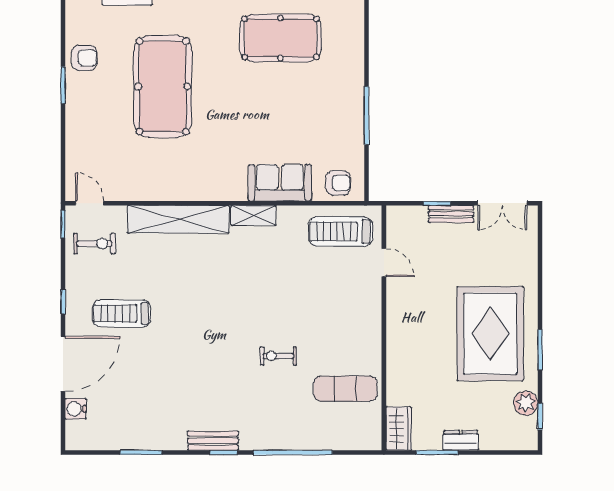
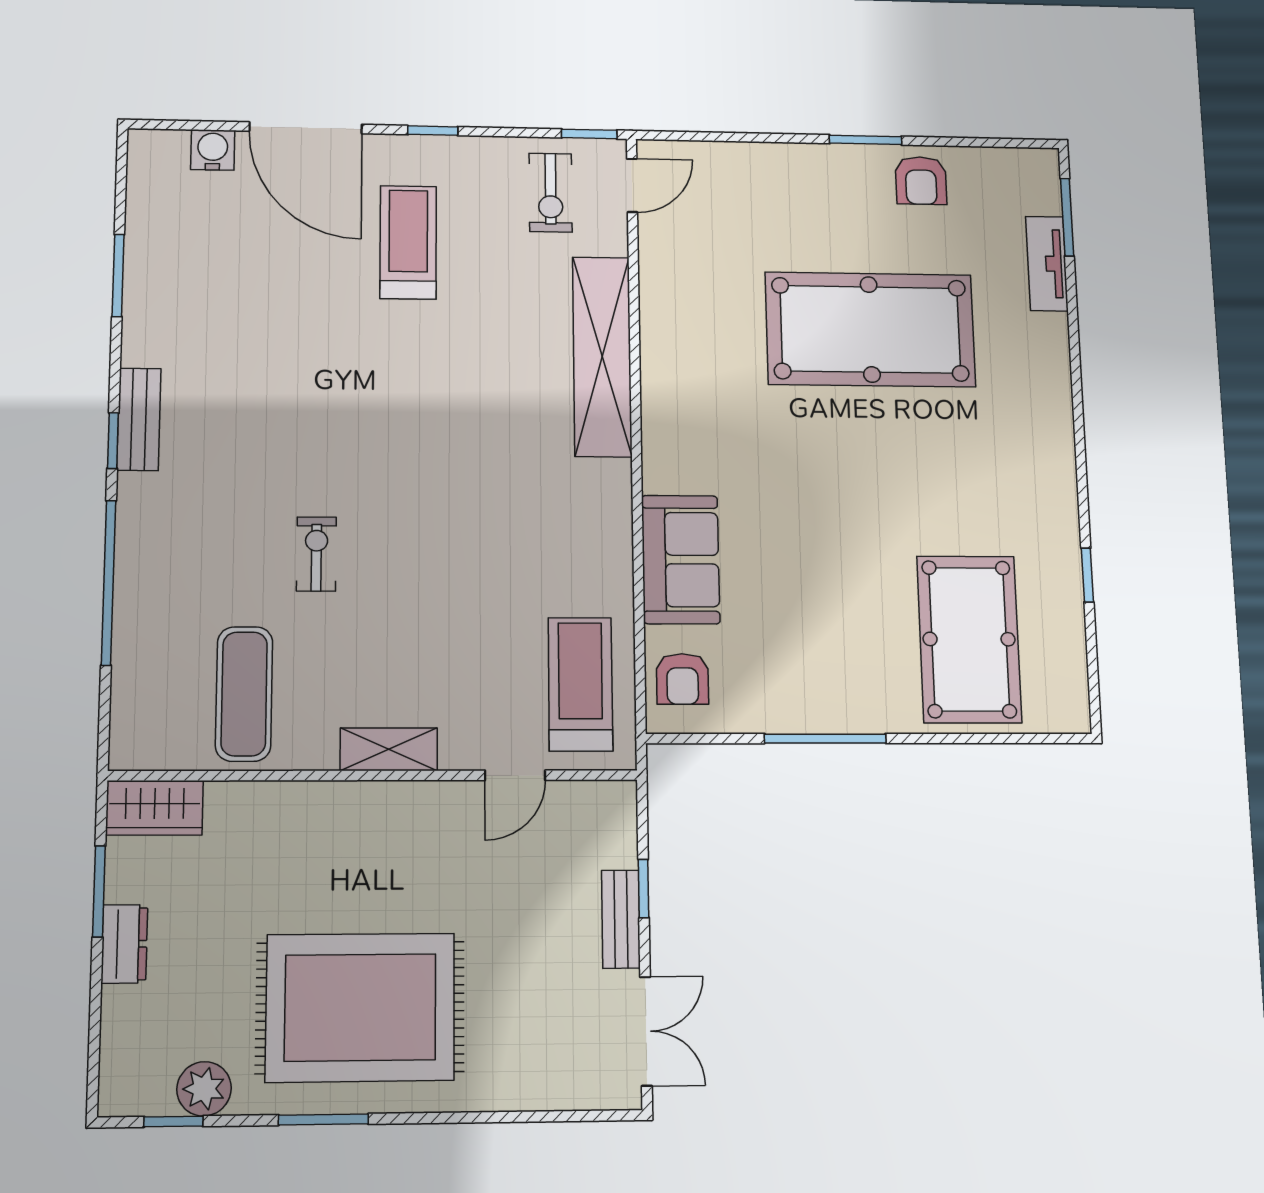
pool table: (280, 38) -> (969, 639), moved
double door: (502, 203) -> (646, 1031), swing flipped
shelving: (253, 215) -> (389, 749), moved, turned 90

